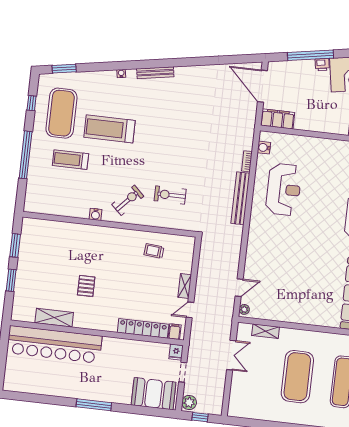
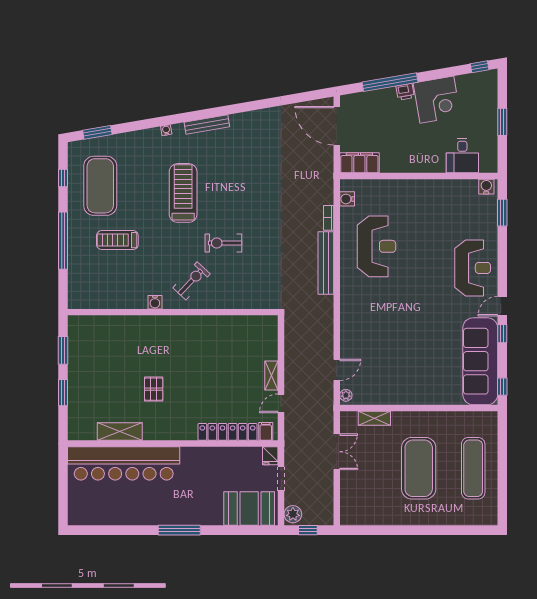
treadmill: (110, 129) -> (183, 193), moved, turned 90
exercise bike: (170, 195) -> (223, 243), moved
trolley: (154, 251) -> (230, 338), removed

